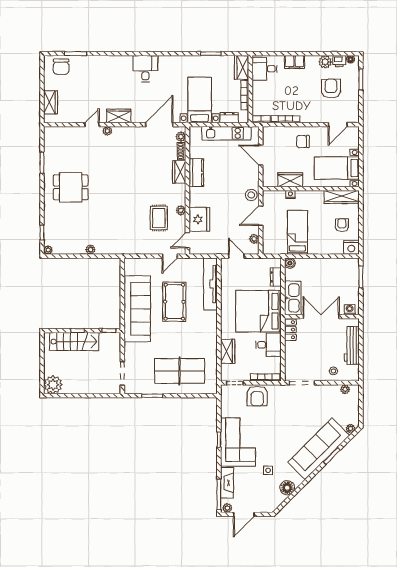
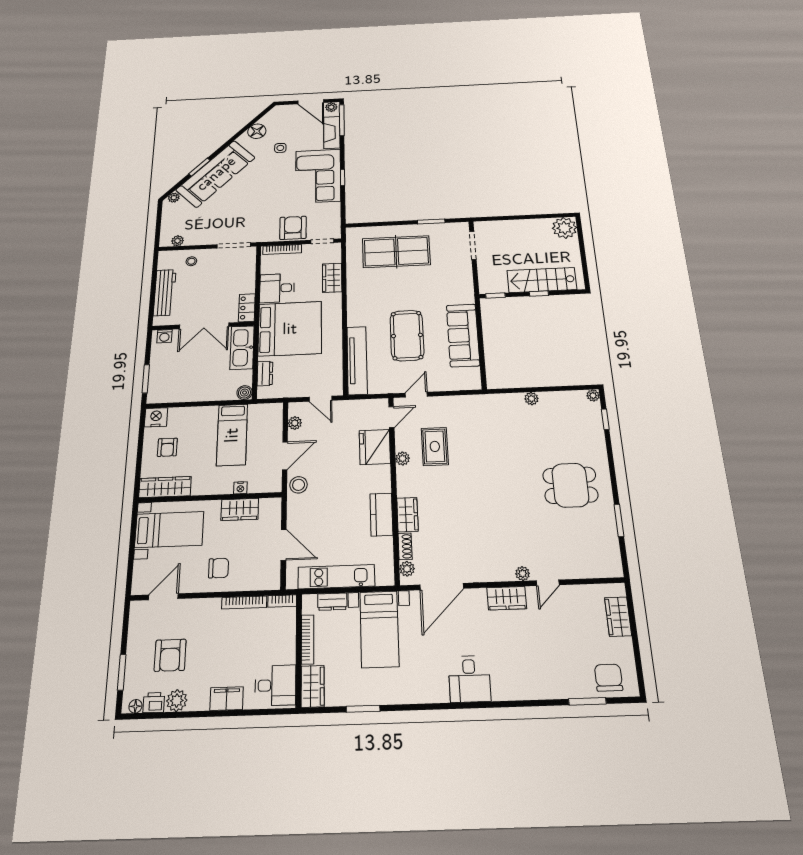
sofa: (137, 309) -> (463, 335), width x0.74, depth x0.79
door: (244, 514) -> (311, 102), swing flipped

